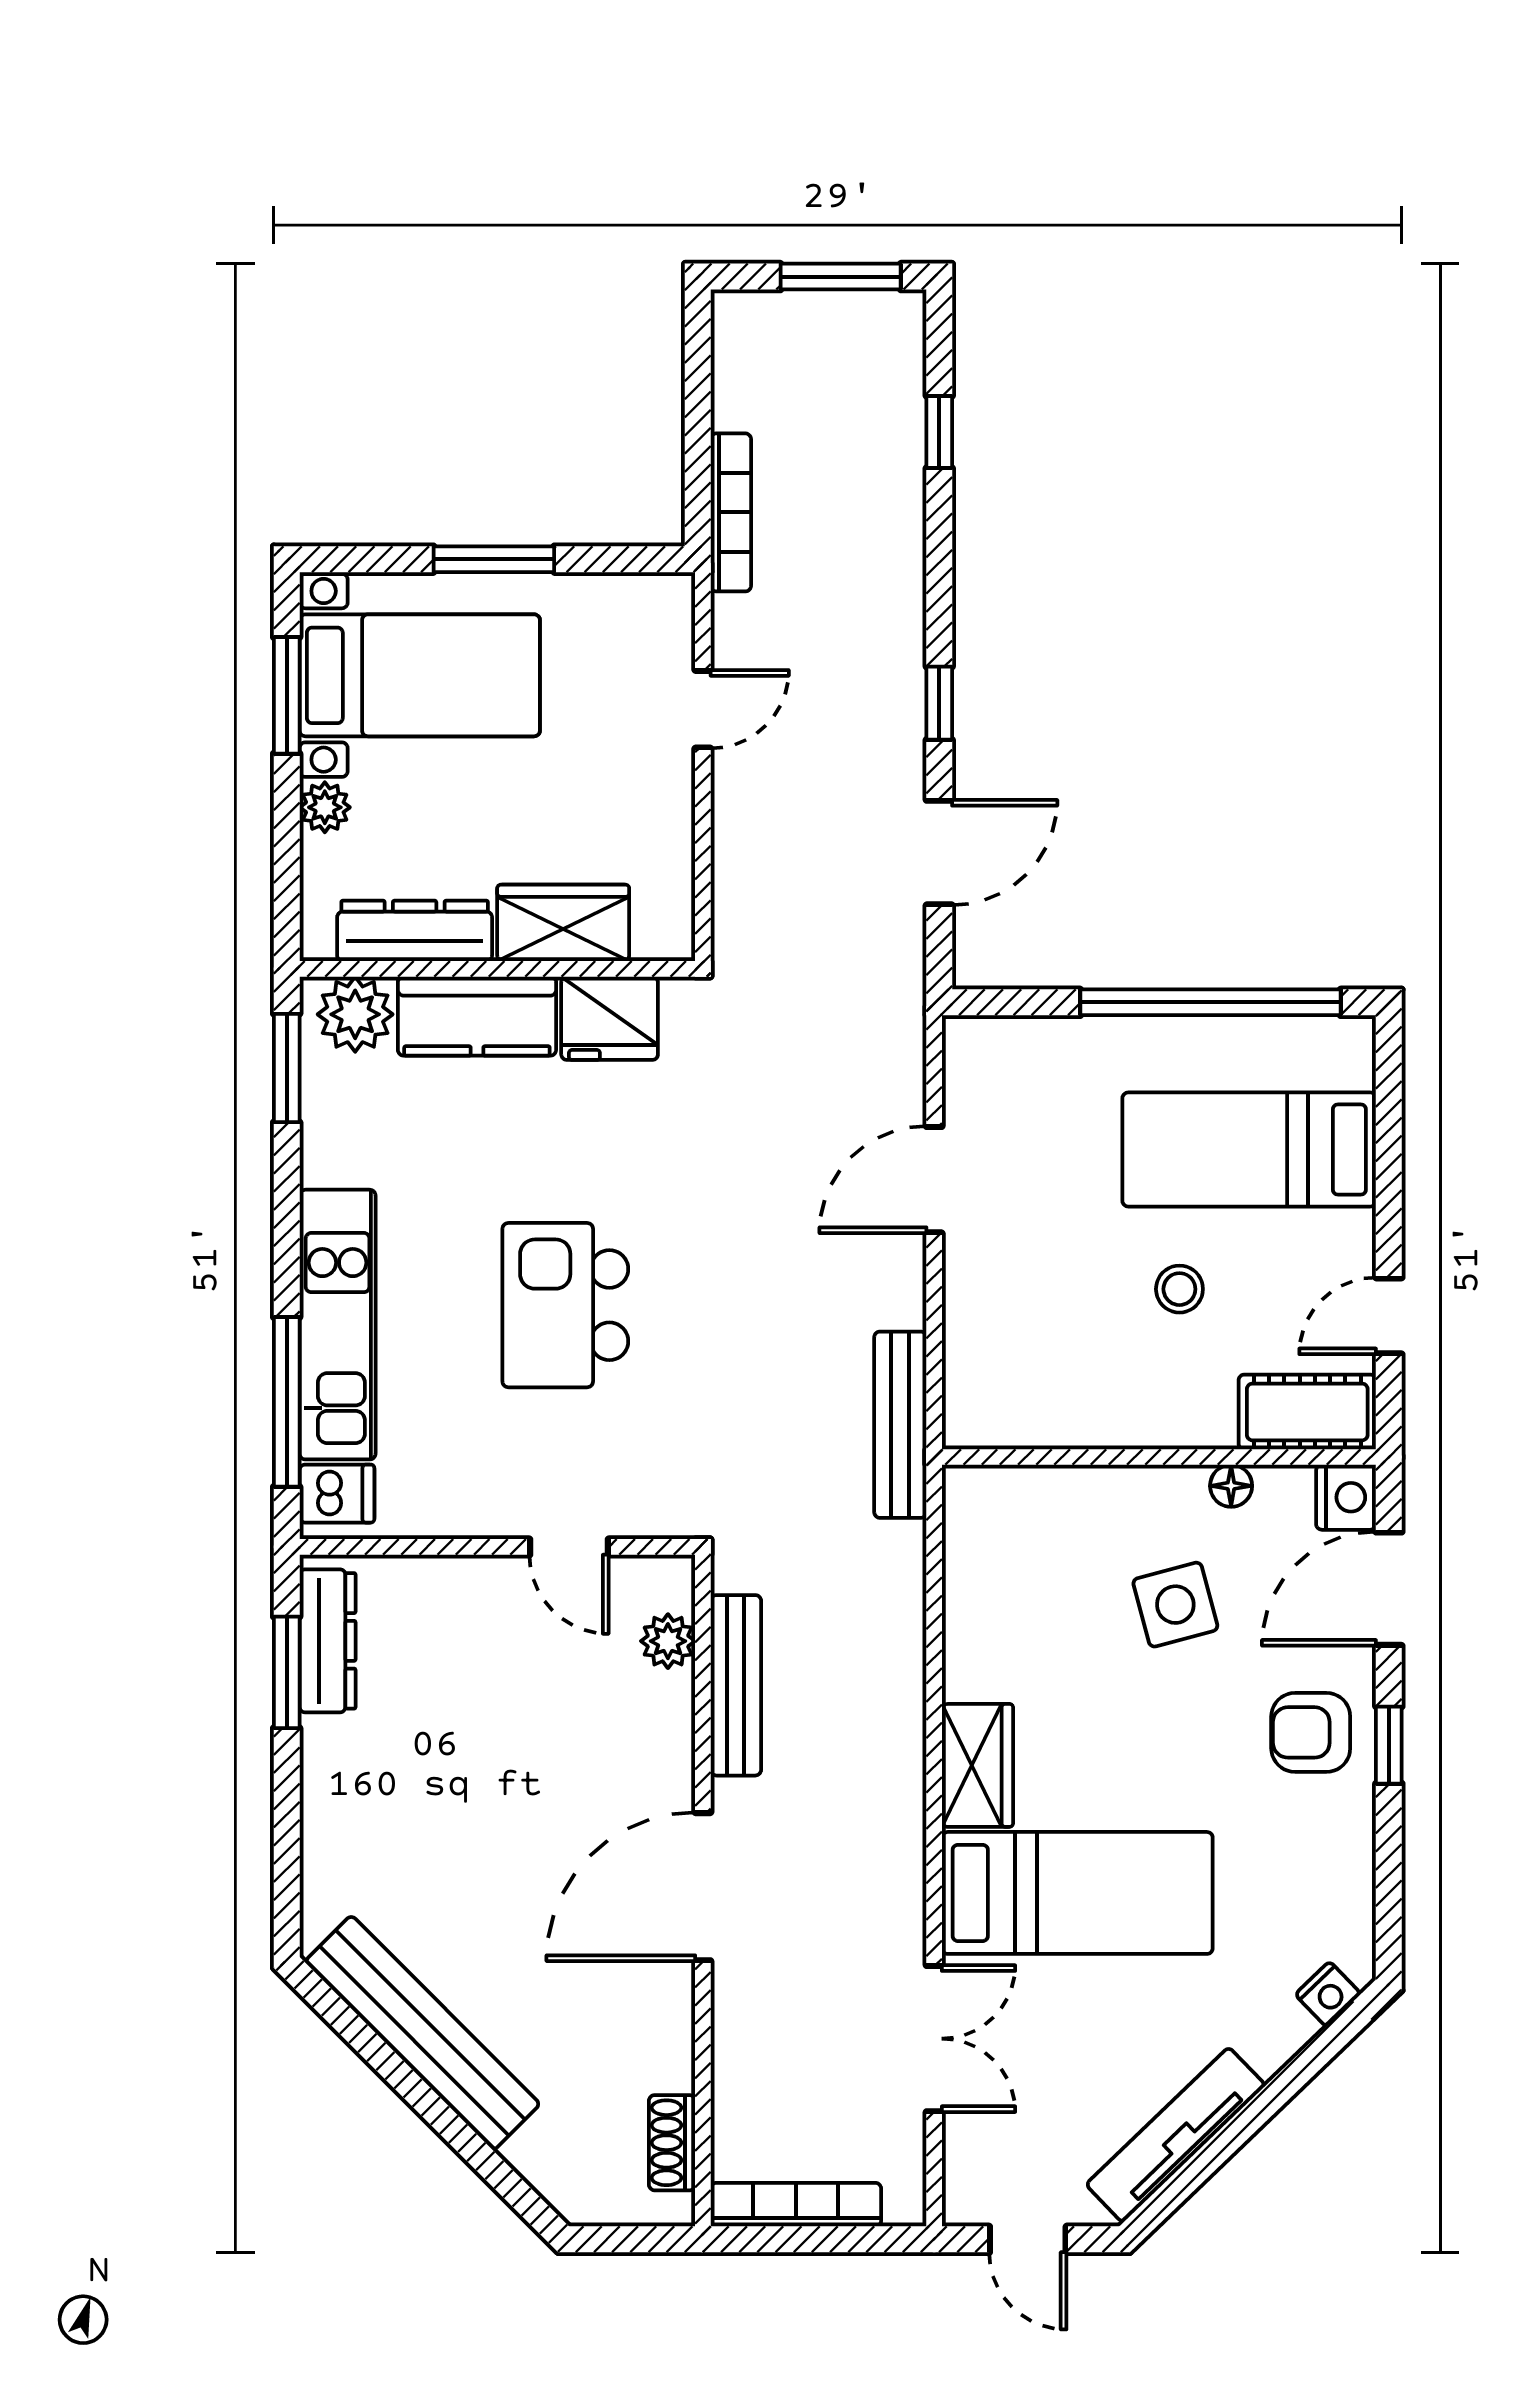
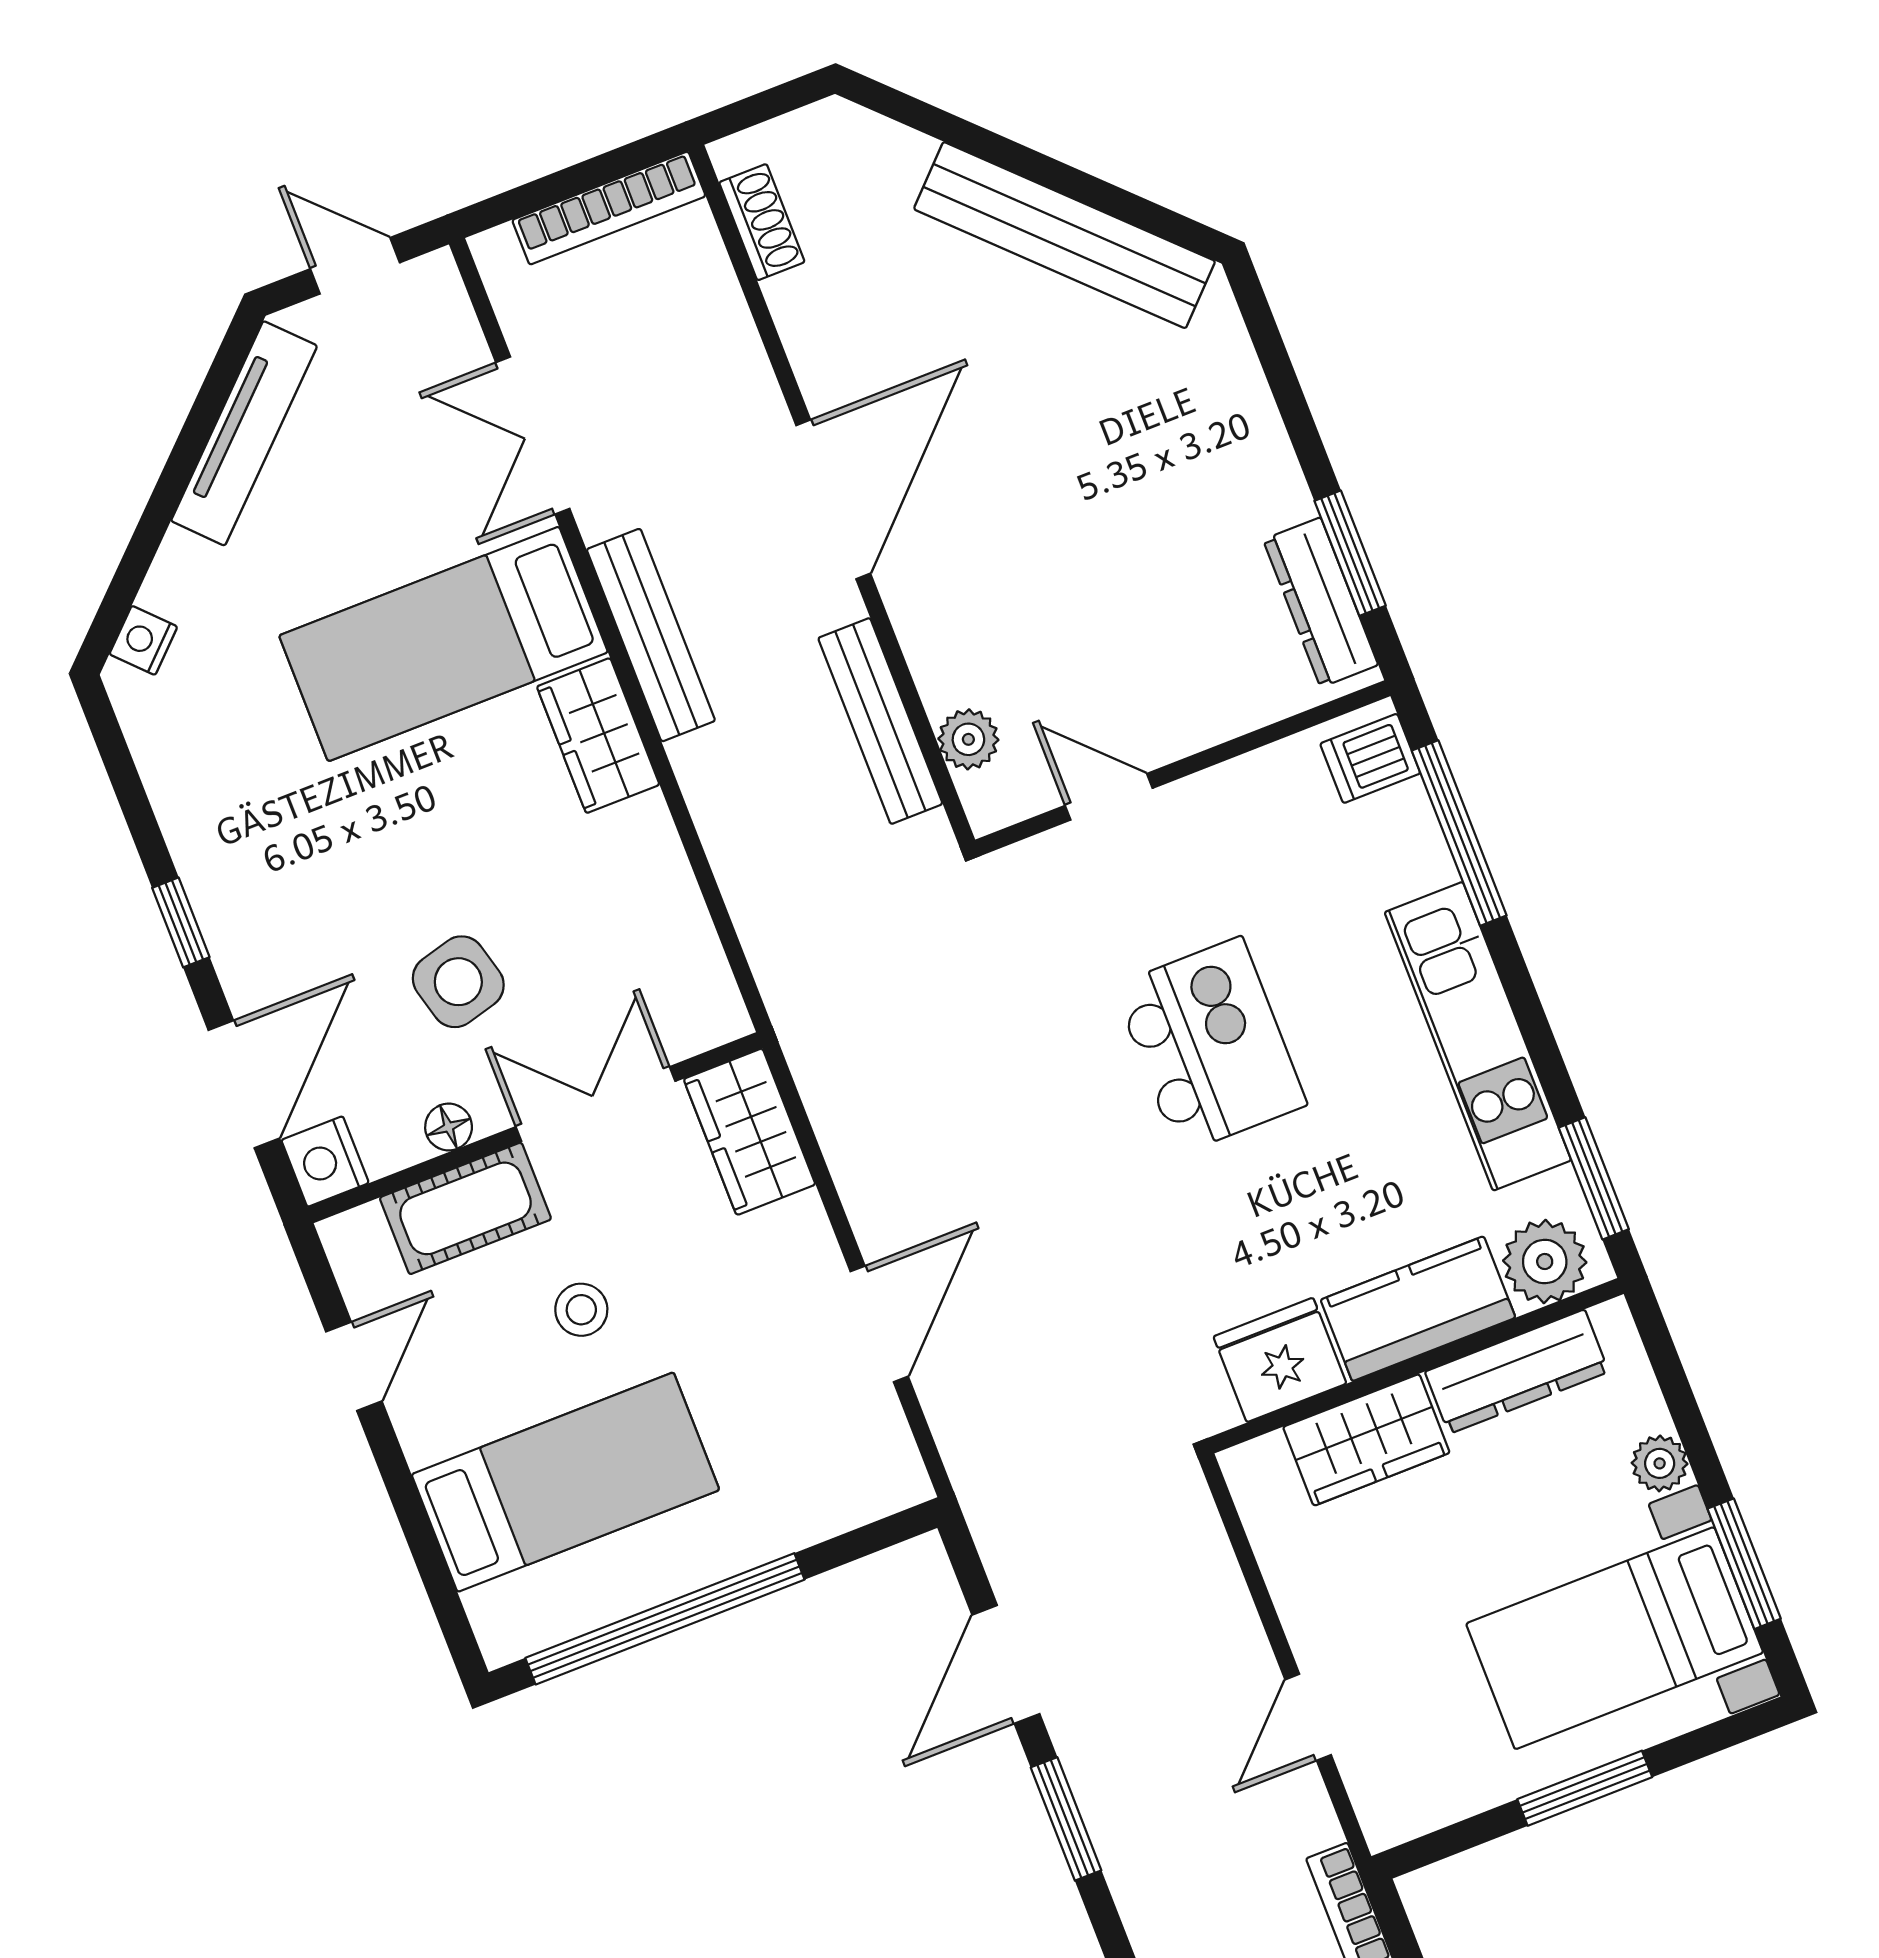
window: (939, 703) -> (1066, 1819), width x1.50
kitchen unit: (338, 1325) -> (1478, 1036), moved
wardrobe: (980, 1383) -> (750, 1132), added
cot: (1307, 1412) -> (465, 1208), moved
bench: (900, 1425) -> (651, 635), moved
double door: (1100, 1457) -> (596, 1104), added
armchair: (1311, 1732) -> (267, 904), removed

